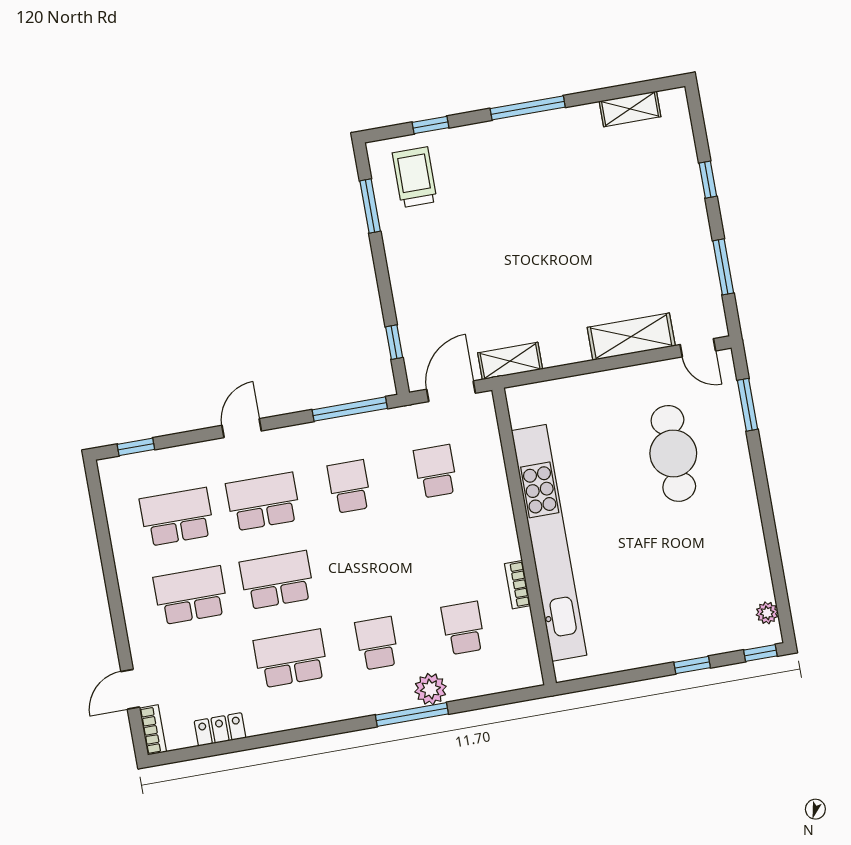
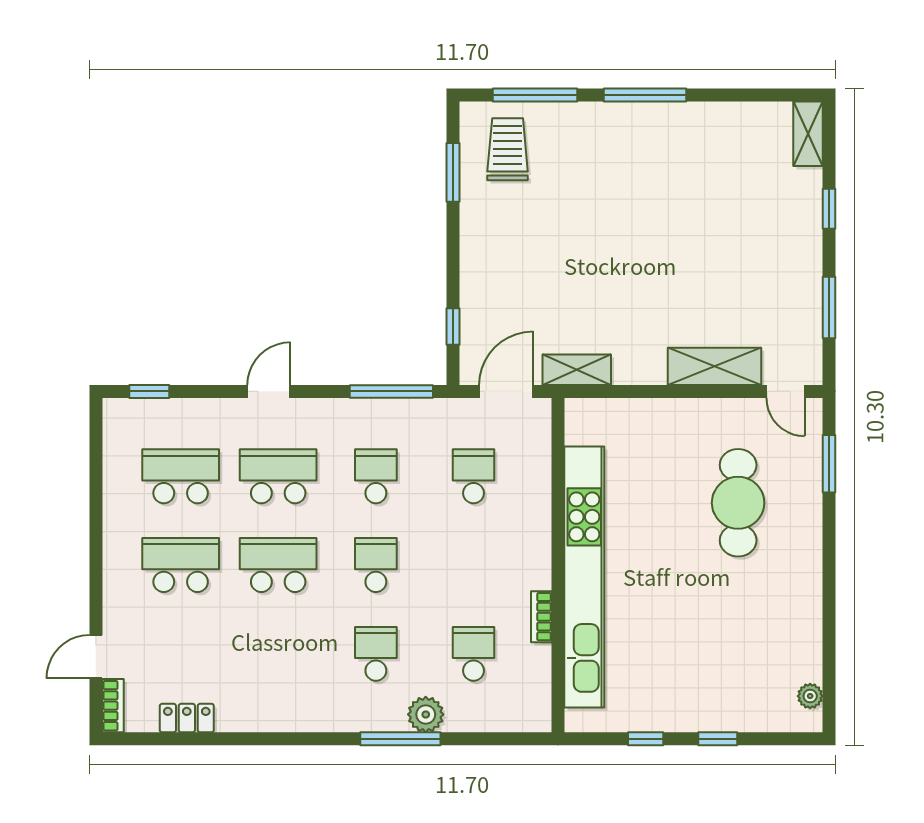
shelving: (630, 109) -> (808, 134), moved, turned 90
window: (431, 125) -> (535, 95), width x2.17
window: (760, 653) -> (646, 739), moved
school desk: (291, 658) -> (376, 565), moved, width x0.54

